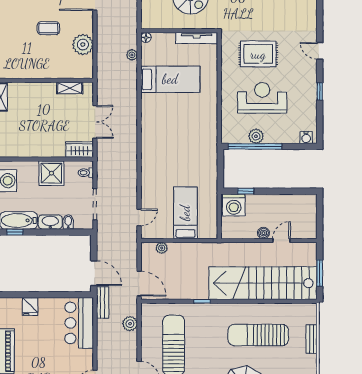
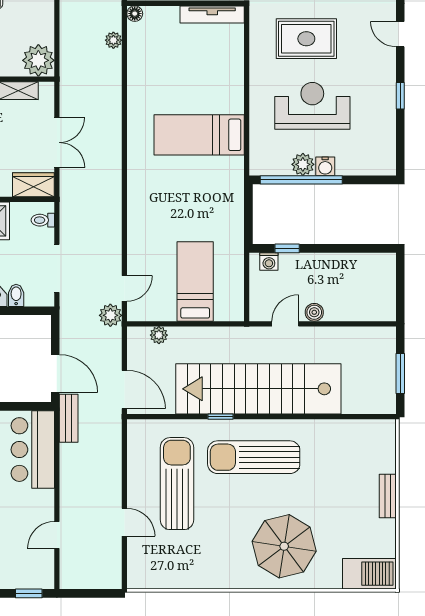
plant: (83, 45) -> (38, 60), moved
bed: (170, 79) -> (199, 135), moved, turned 180
water cooler: (306, 137) -> (325, 166), moved
washing machine: (234, 205) -> (269, 262), width x0.53, depth x0.53
door: (281, 241) -> (285, 324), moved
stairs: (263, 283) -> (258, 389), moved
plant: (130, 324) -> (110, 315), moved
sun lounger: (258, 335) -> (254, 457), moved
bench: (311, 339) -> (388, 496), moved

